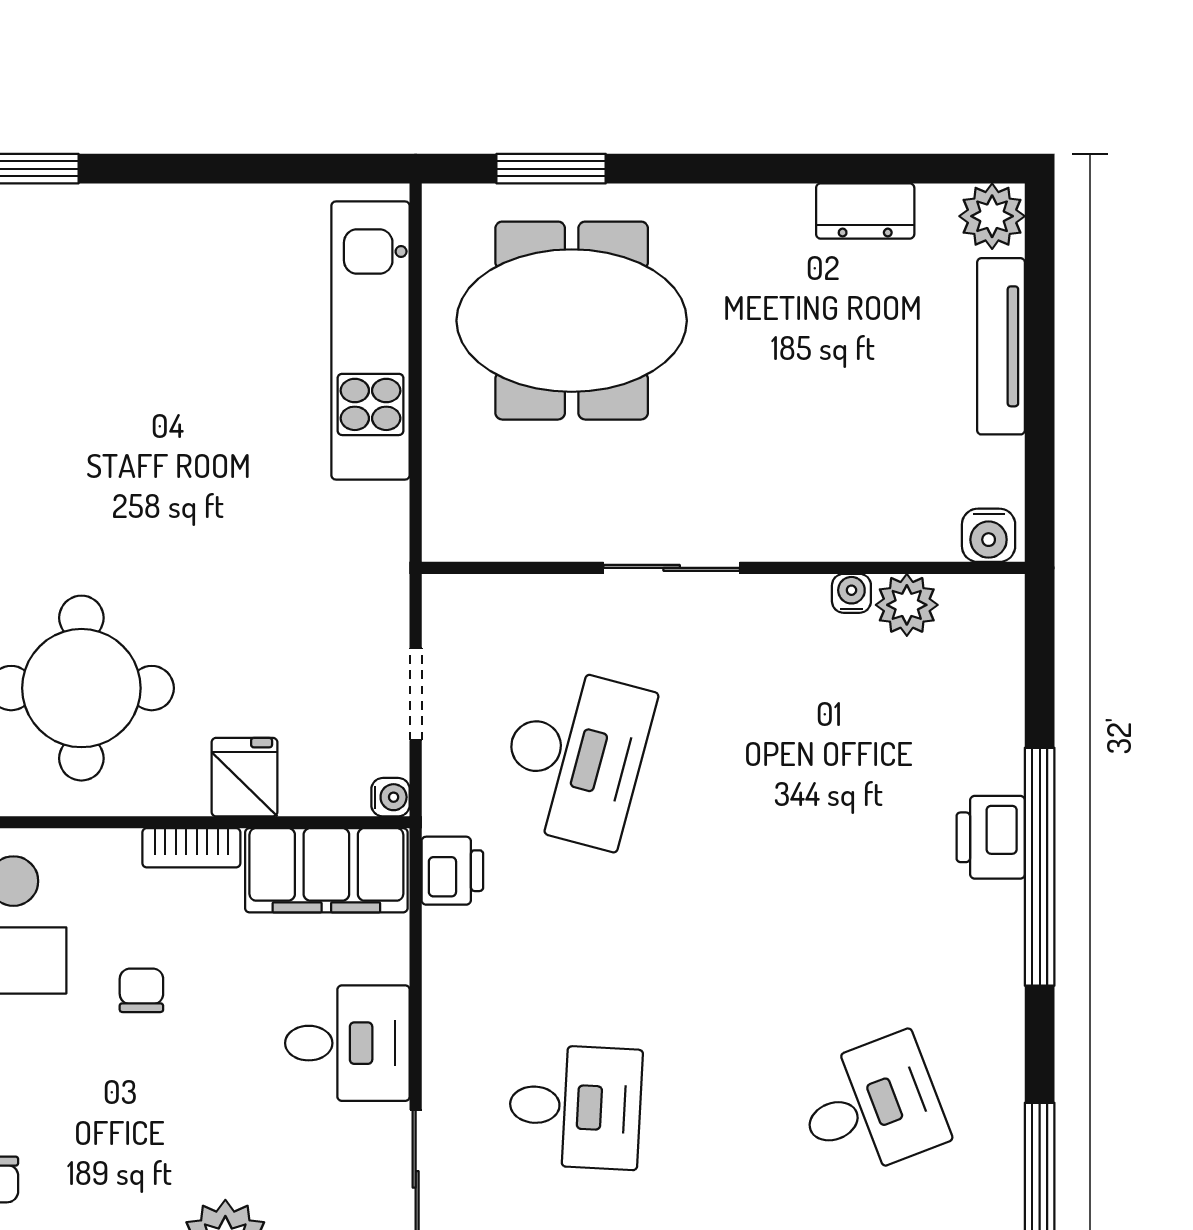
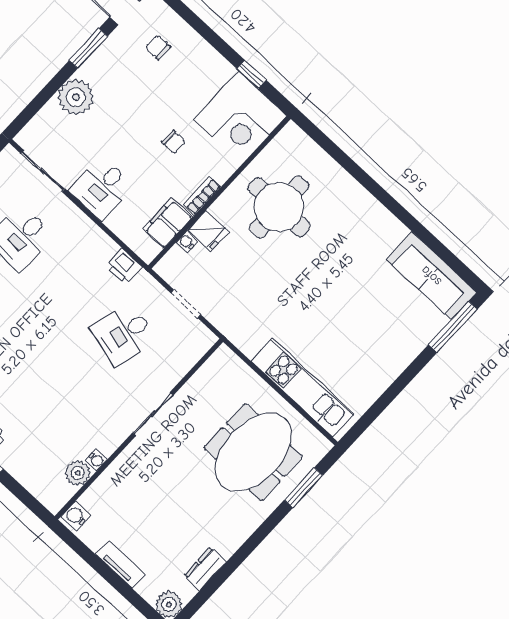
tv unit: (1001, 346) -> (121, 565), width x0.71
desk: (575, 757) -> (124, 334), width x0.73
water cooler: (391, 797) -> (187, 242), moved, turned 90
filing cabinet: (326, 870) -> (168, 223), width x0.67, depth x0.86

